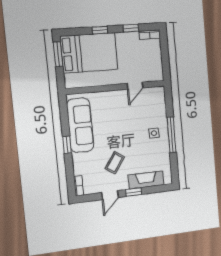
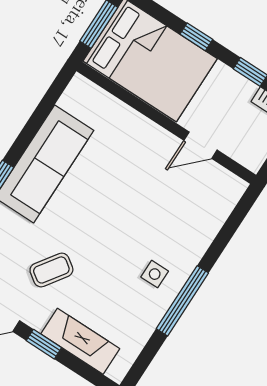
door: (135, 86) -> (201, 145), moved
wall: (116, 87) -> (166, 123), moved

